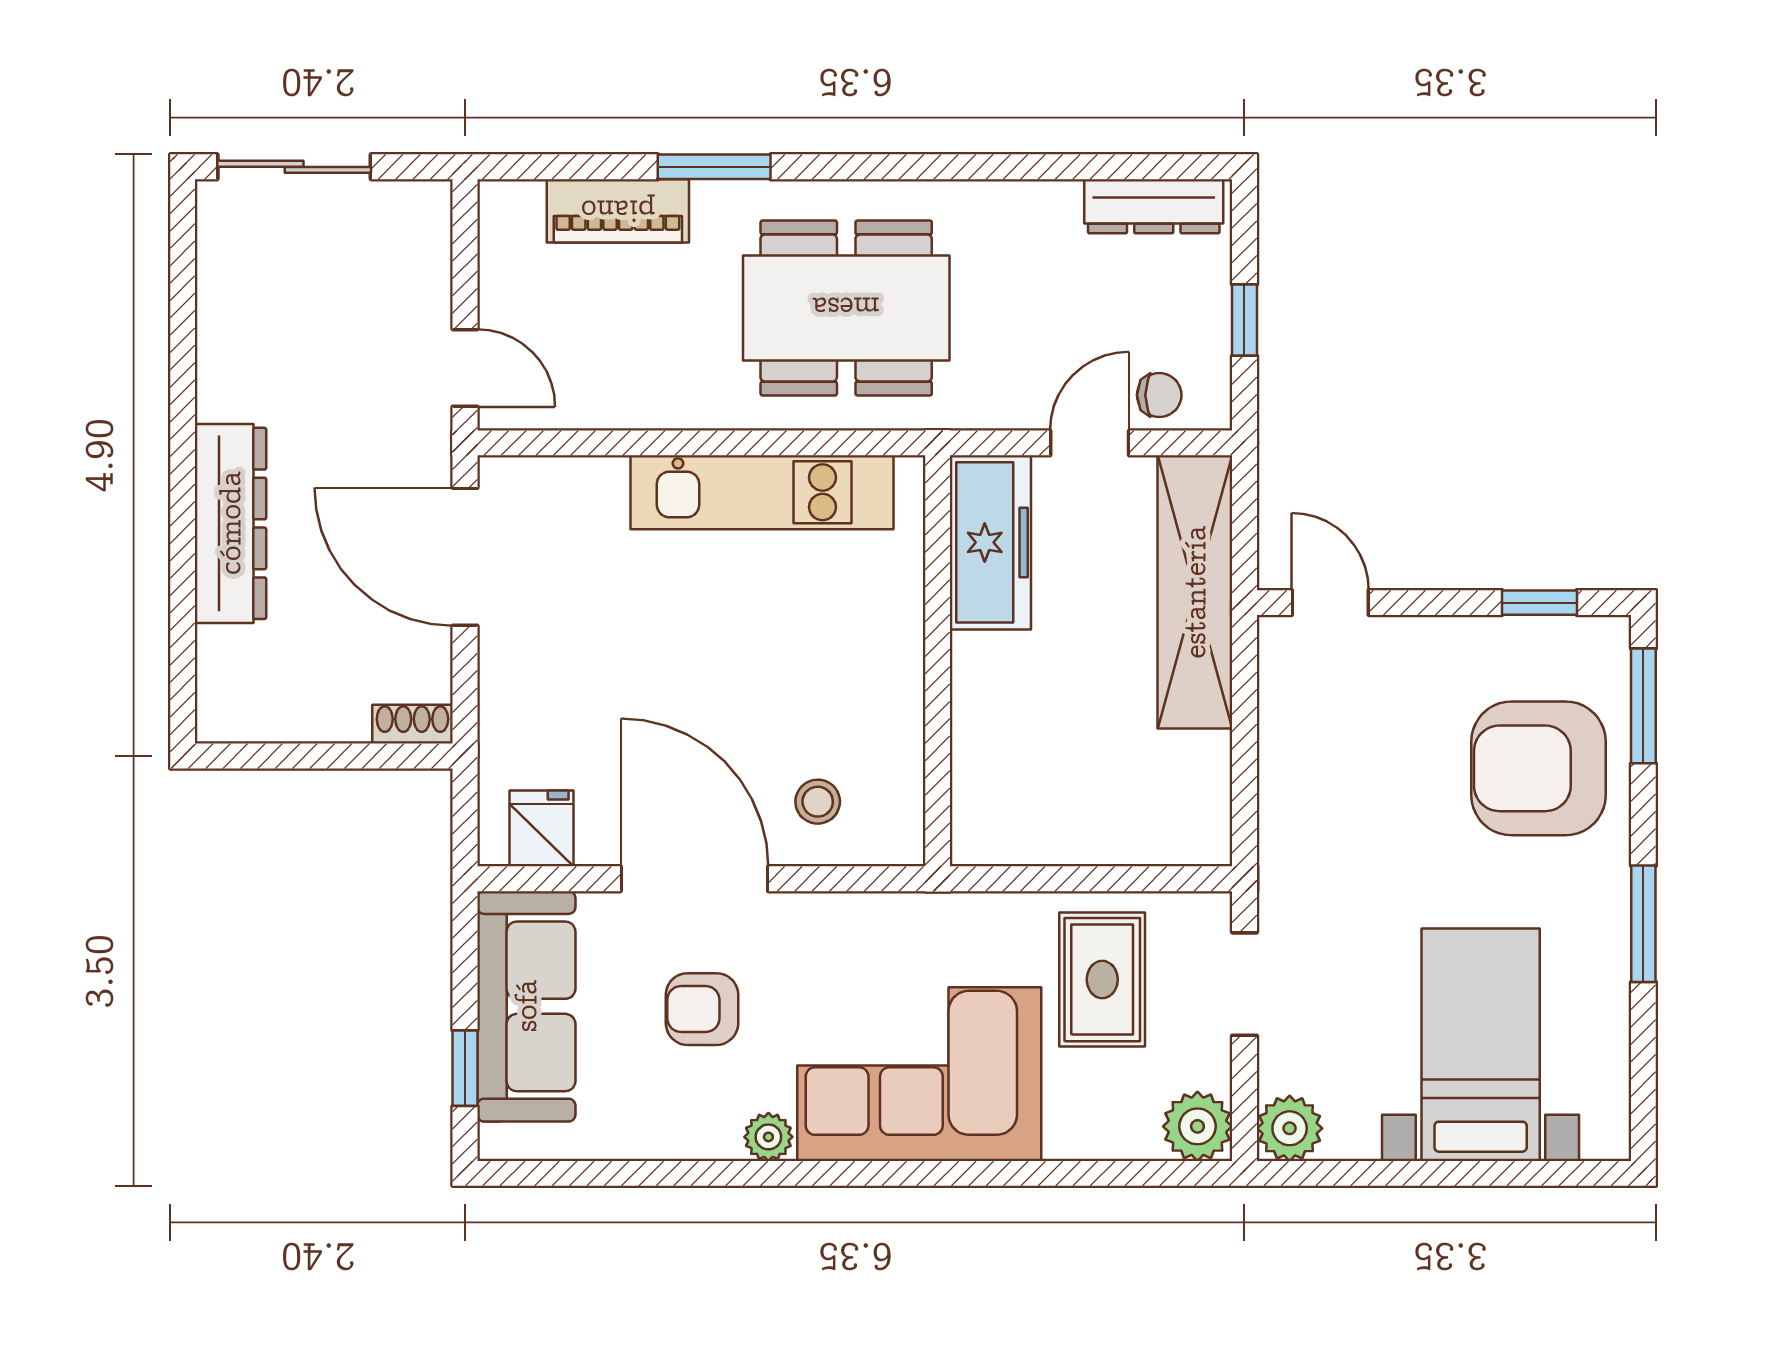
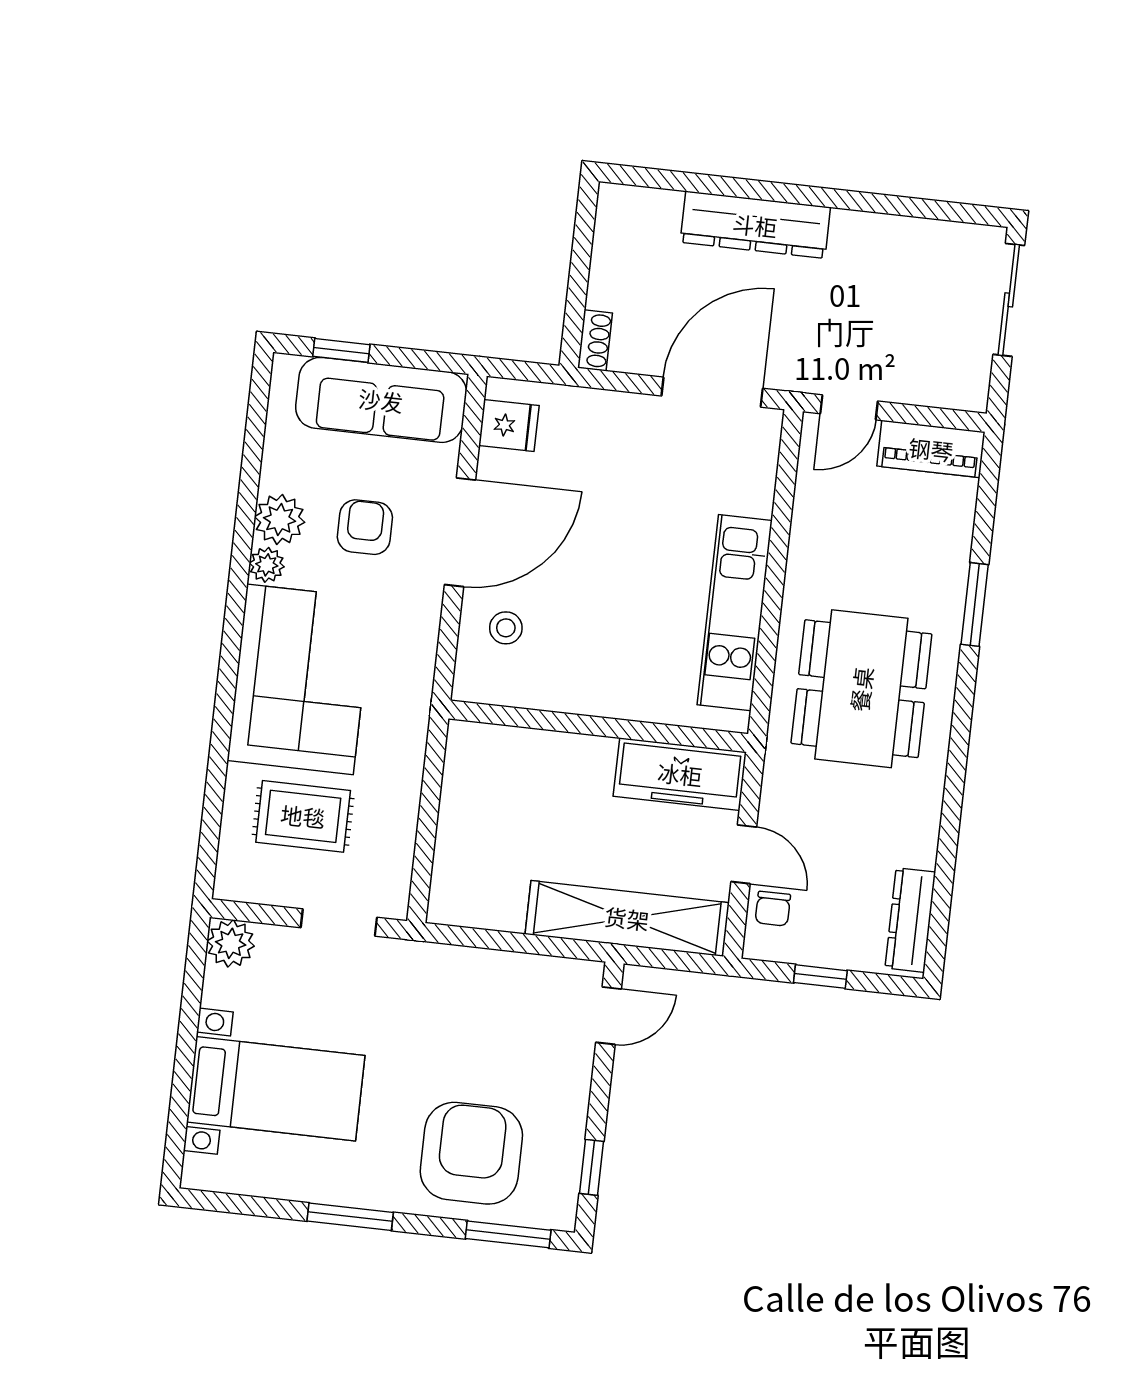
piano: (618, 211) -> (931, 449), moved, turned -90
rug: (1102, 980) -> (303, 816), moved
plant: (1197, 1126) -> (280, 519), moved

